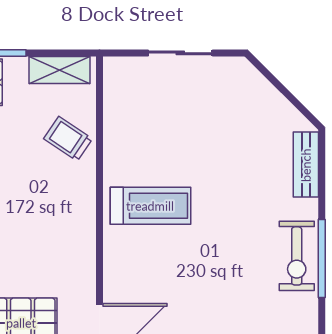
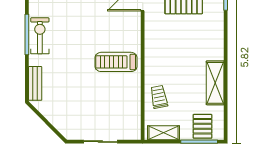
trolley: (68, 139) -> (159, 97), turned -135

